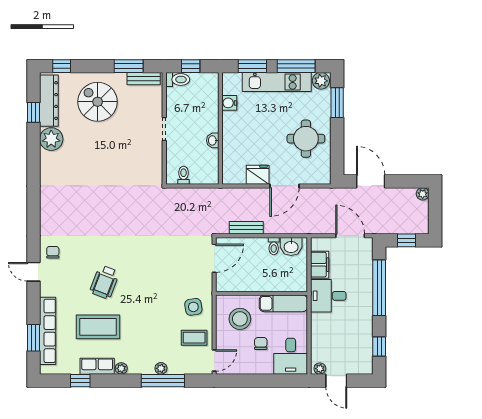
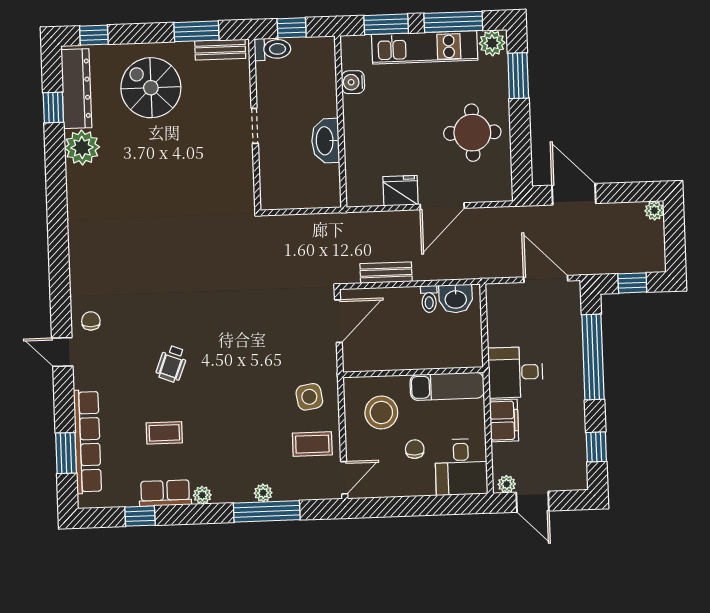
washbasin: (213, 140) -> (325, 141), width x1.91, depth x1.45
toilet: (183, 175) -> (287, 196), removed
filing cabinet: (320, 265) -> (504, 420), moved
wheelchair: (104, 282) -> (172, 364), width x0.73, depth x0.73
coffee table: (98, 327) -> (164, 433), width x0.54, depth x0.58

